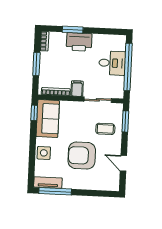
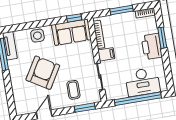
desk: (112, 63) -> (143, 82), width x1.37
armchair: (82, 156) -> (43, 73), turned 31

